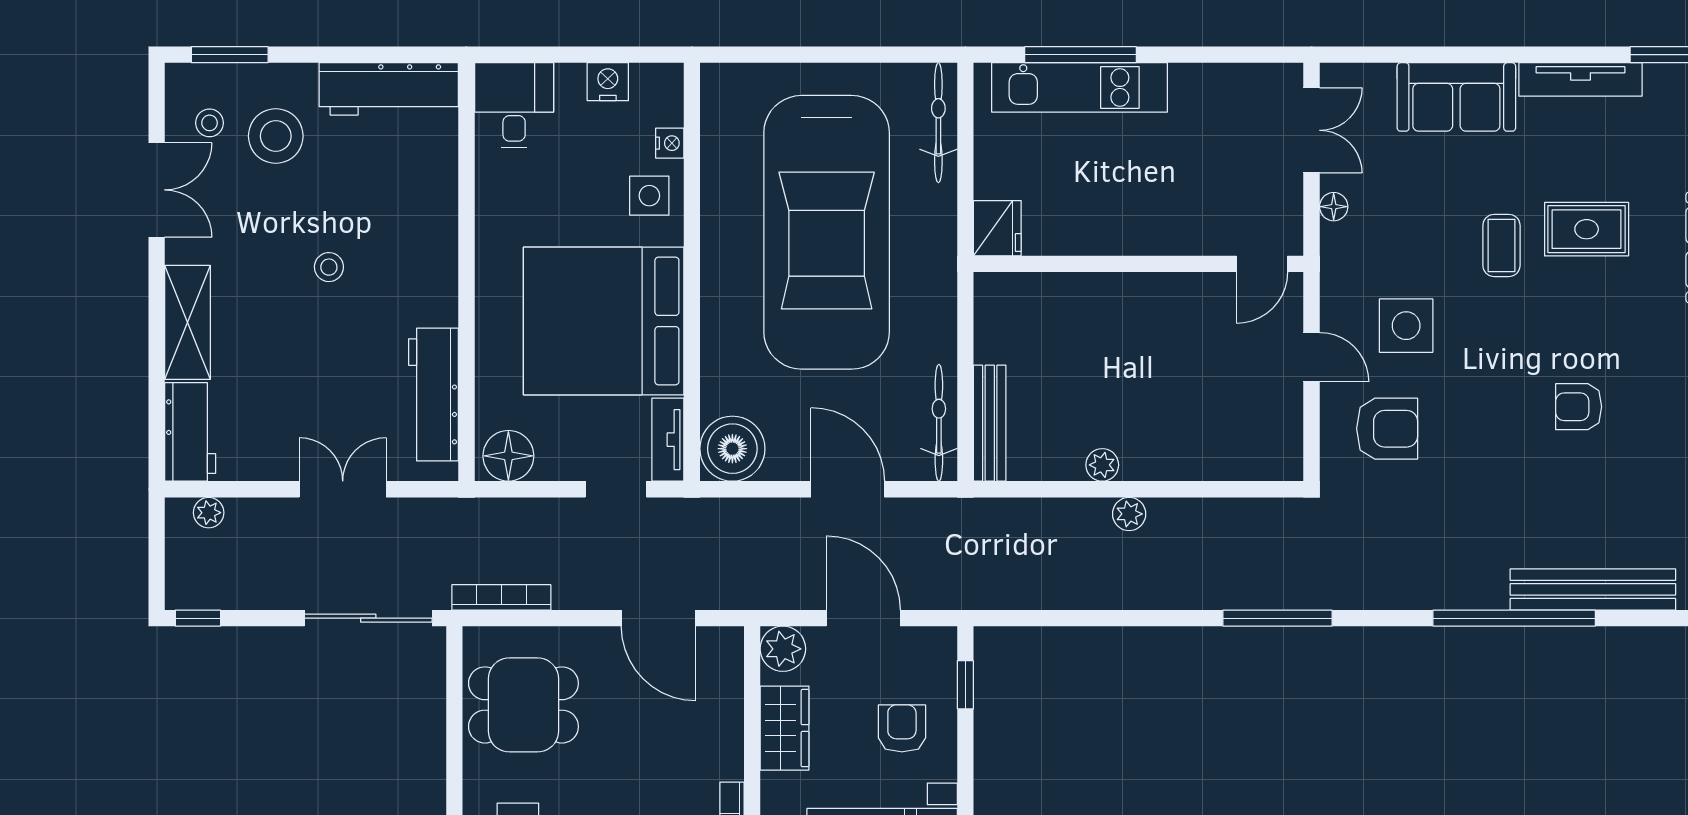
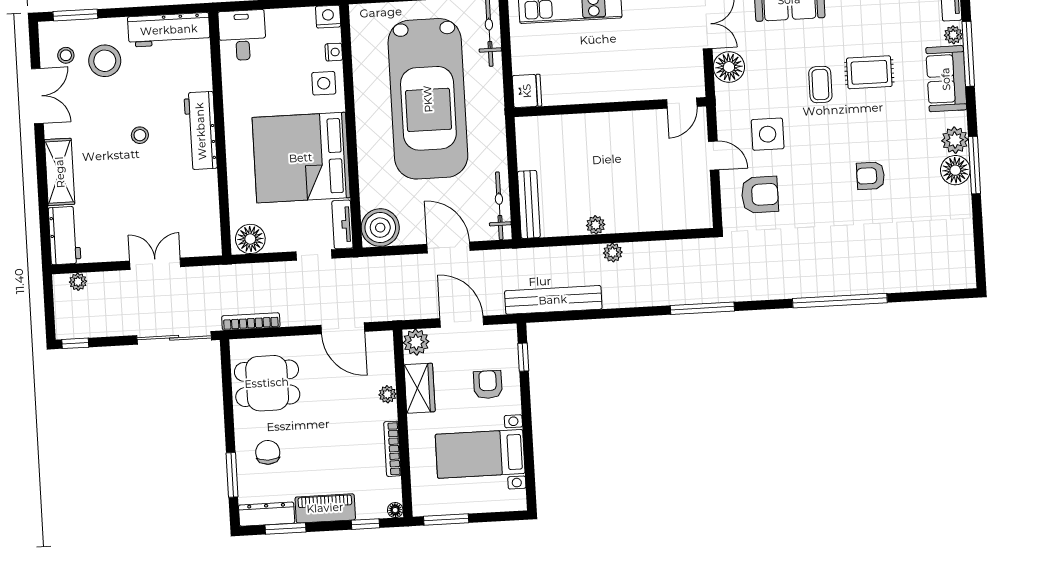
nightstand: (608, 82) -> (328, 17), moved
floor lamp: (1334, 207) -> (729, 67), width x1.89, depth x1.89
workbench: (433, 395) -> (201, 131), moved
bench: (1593, 589) -> (553, 300), moved
plant: (729, 736) -> (387, 394), added

